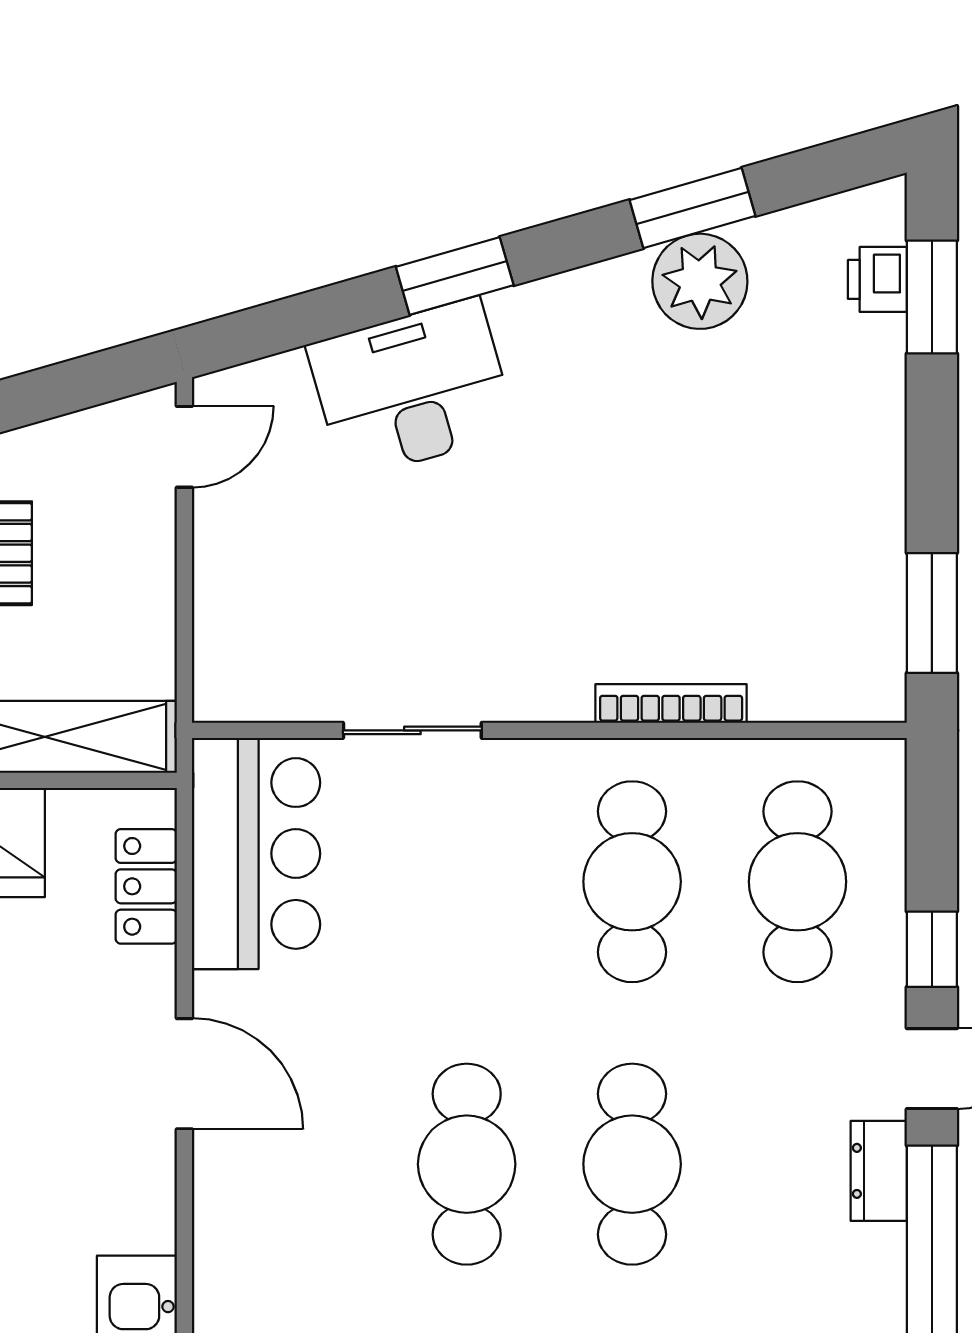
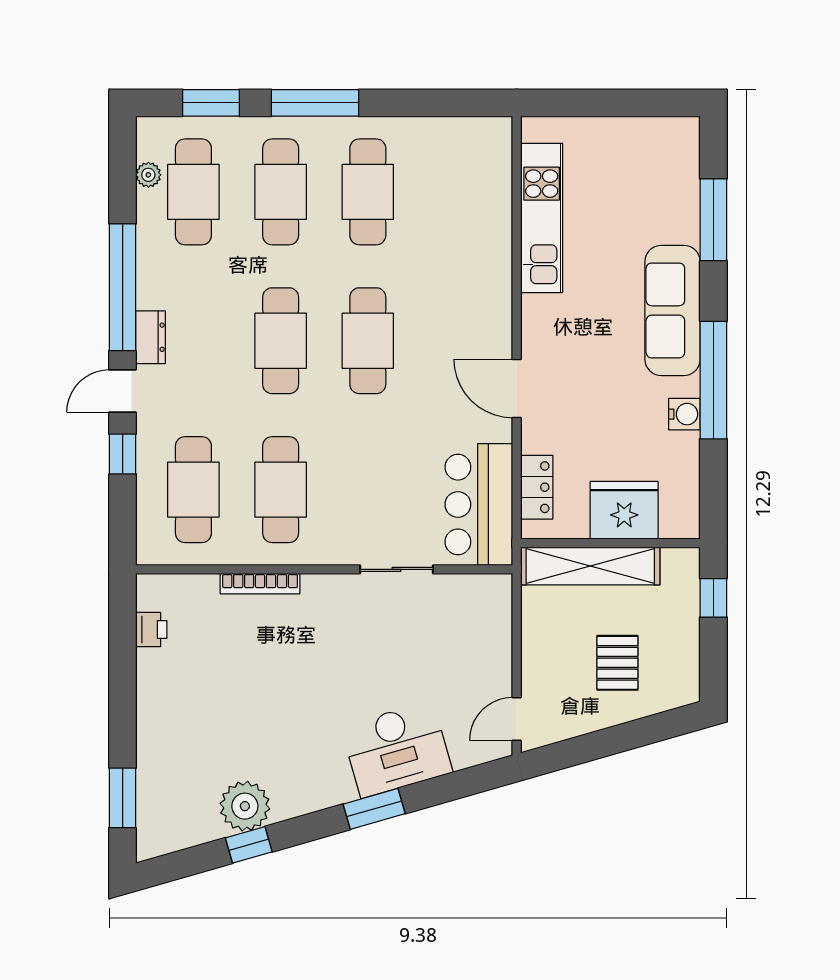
window: (692, 208) -> (249, 845), width x0.67
printer: (877, 279) -> (151, 630), moved
window: (932, 613) -> (123, 631), removed

